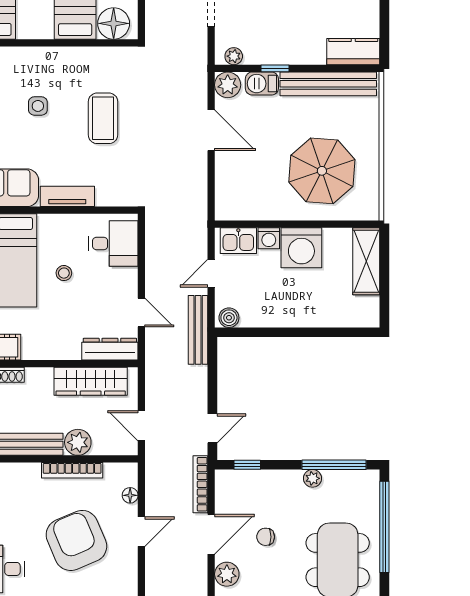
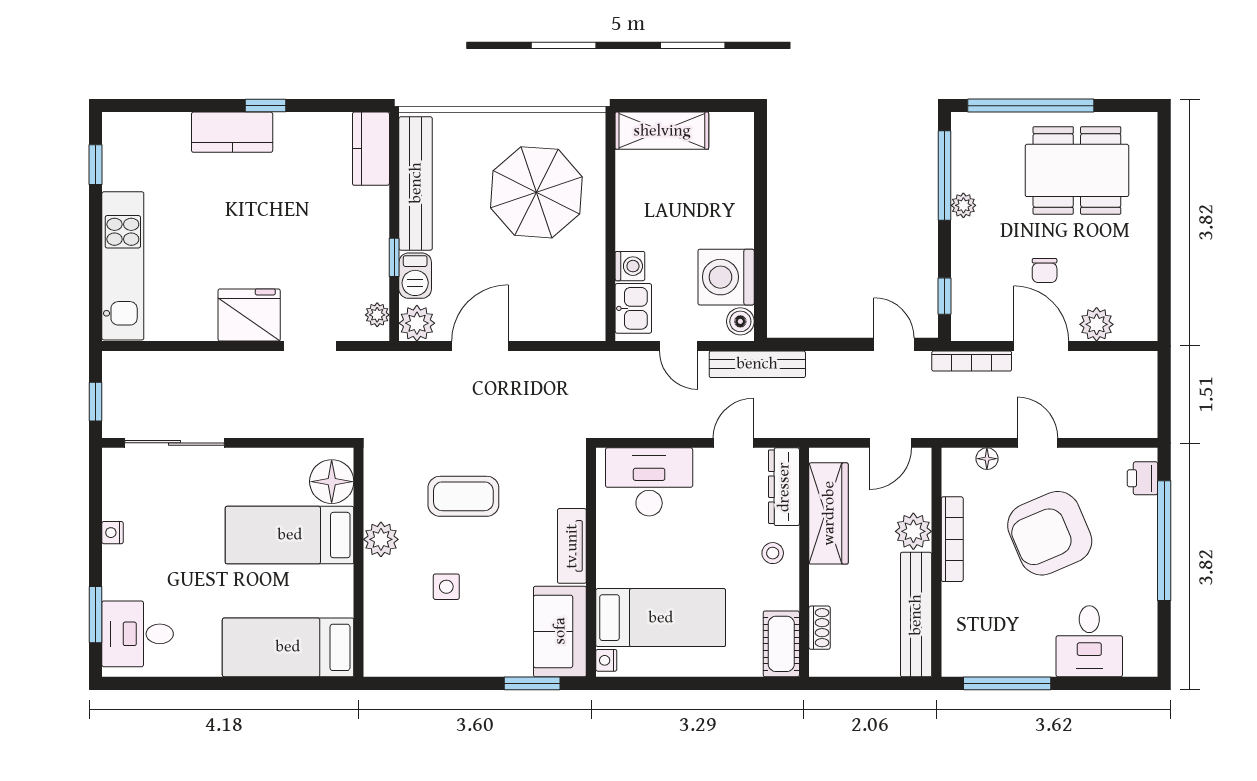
plant: (72, 59) -> (381, 539), added
desk: (113, 243) -> (649, 482), width x1.37
washing machine: (301, 248) -> (726, 277), moved, turned 180
stool: (64, 273) -> (773, 553), moved

